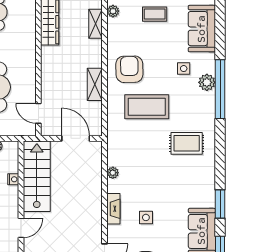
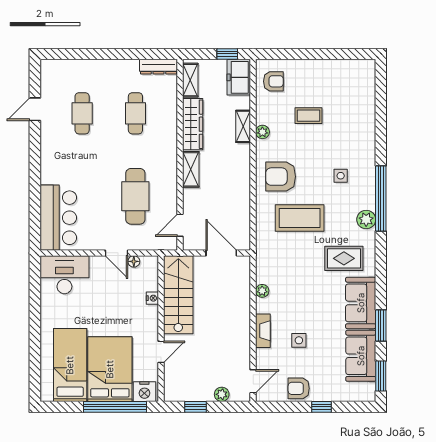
plant: (113, 11) -> (262, 132), moved
sofa: (202, 29) -> (361, 303), moved
armchair: (129, 69) -> (281, 177), turned -89
plant: (207, 82) -> (366, 220), moved
shelving: (95, 84) -> (191, 169), moved
door: (38, 113) -> (180, 225), hinge flipped

